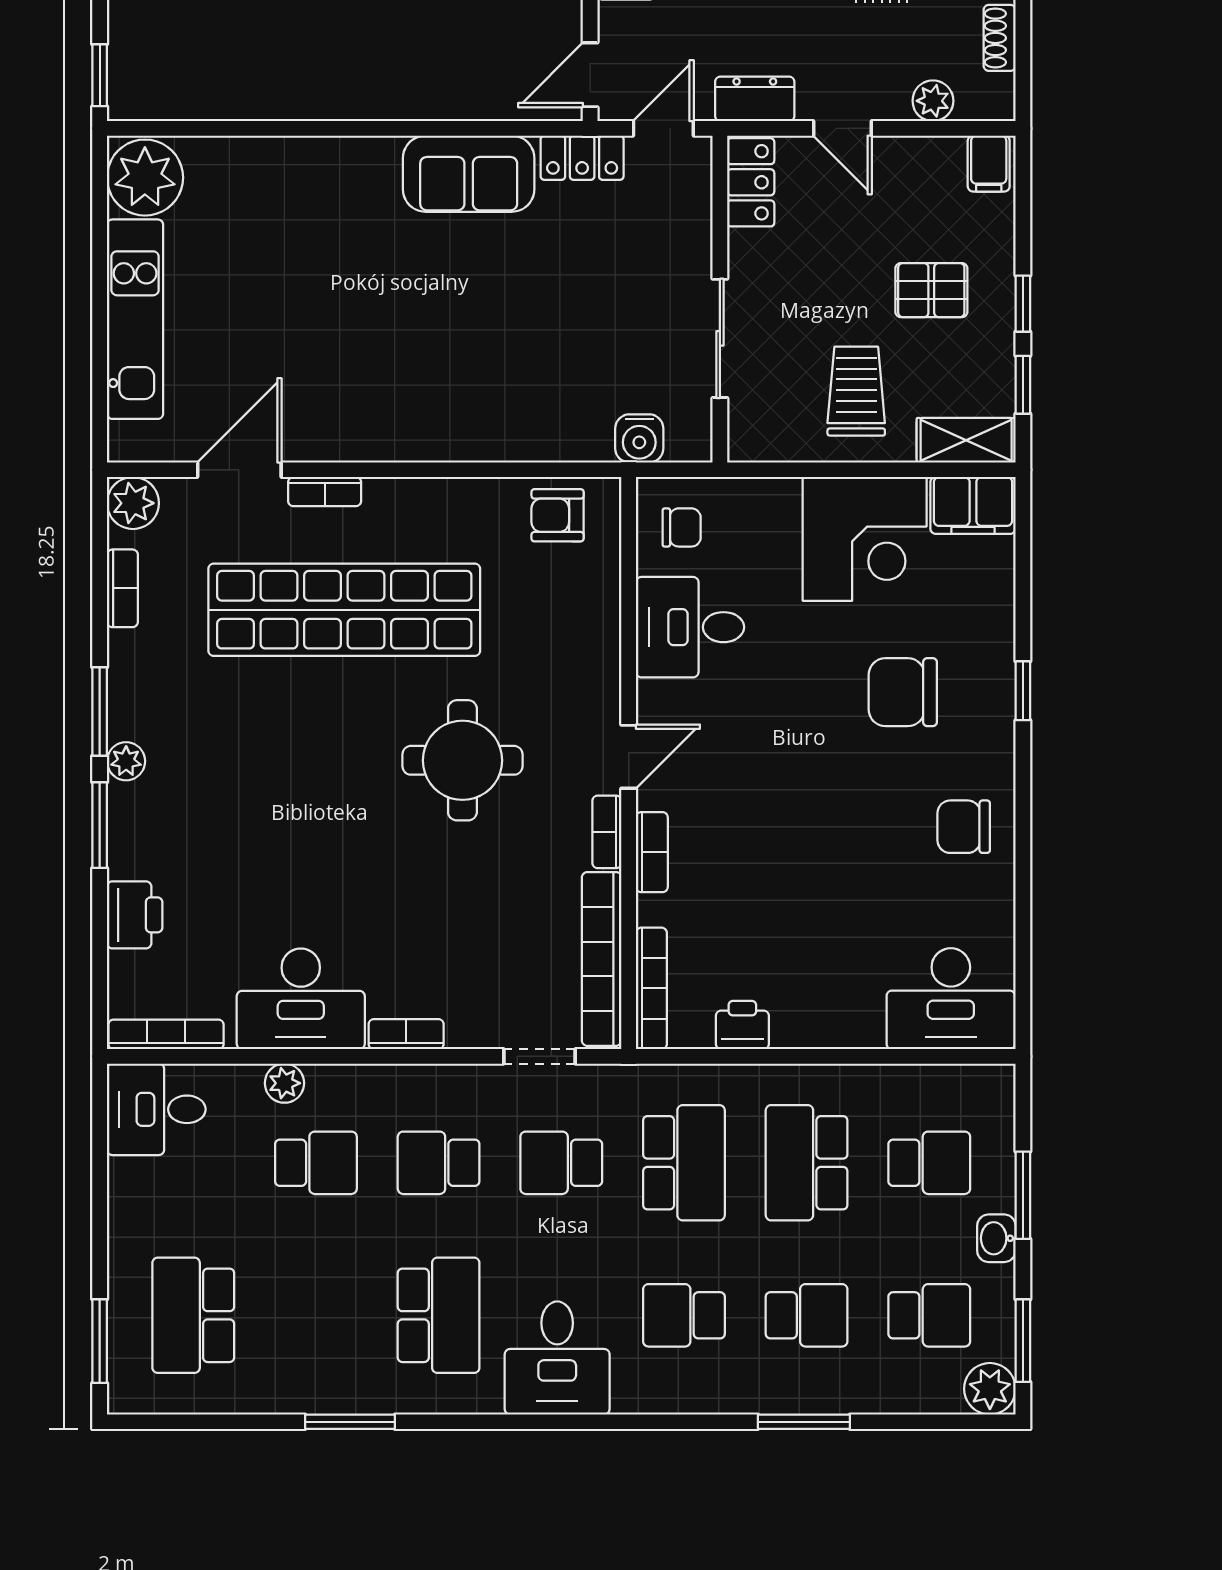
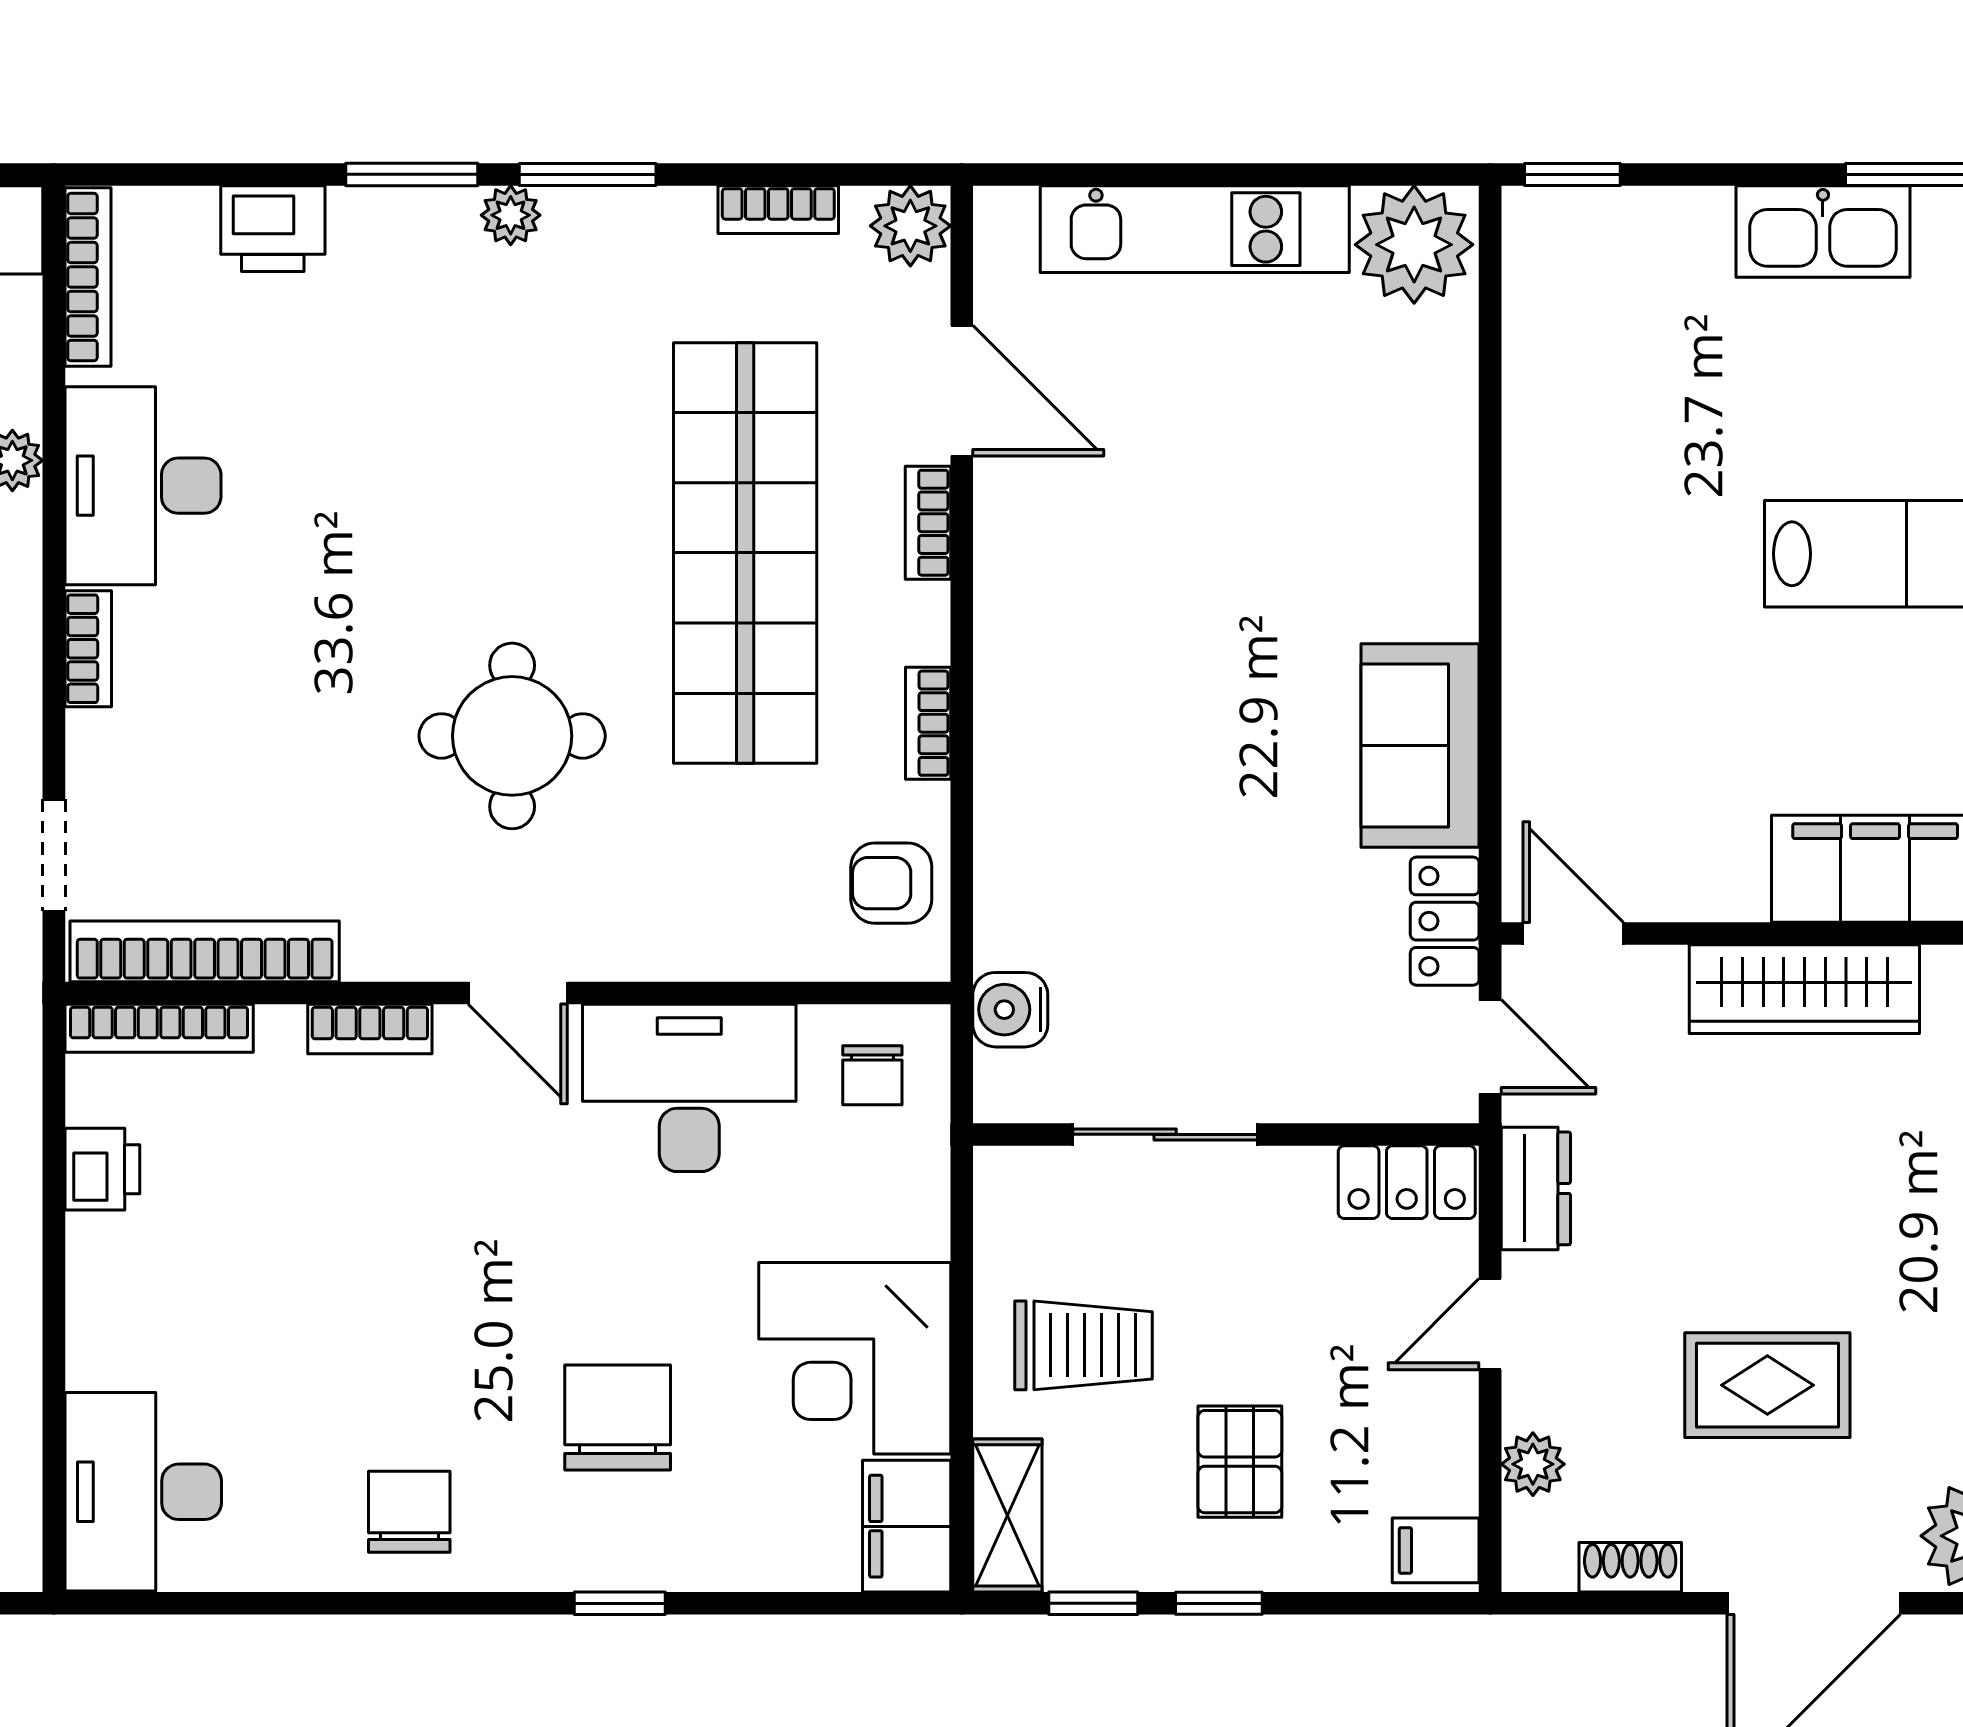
armchair: (558, 515) -> (891, 883), turned -90
desk: (690, 627) -> (689, 1088), width x1.37
bookcase: (607, 832) -> (928, 723), moved, turned -90

